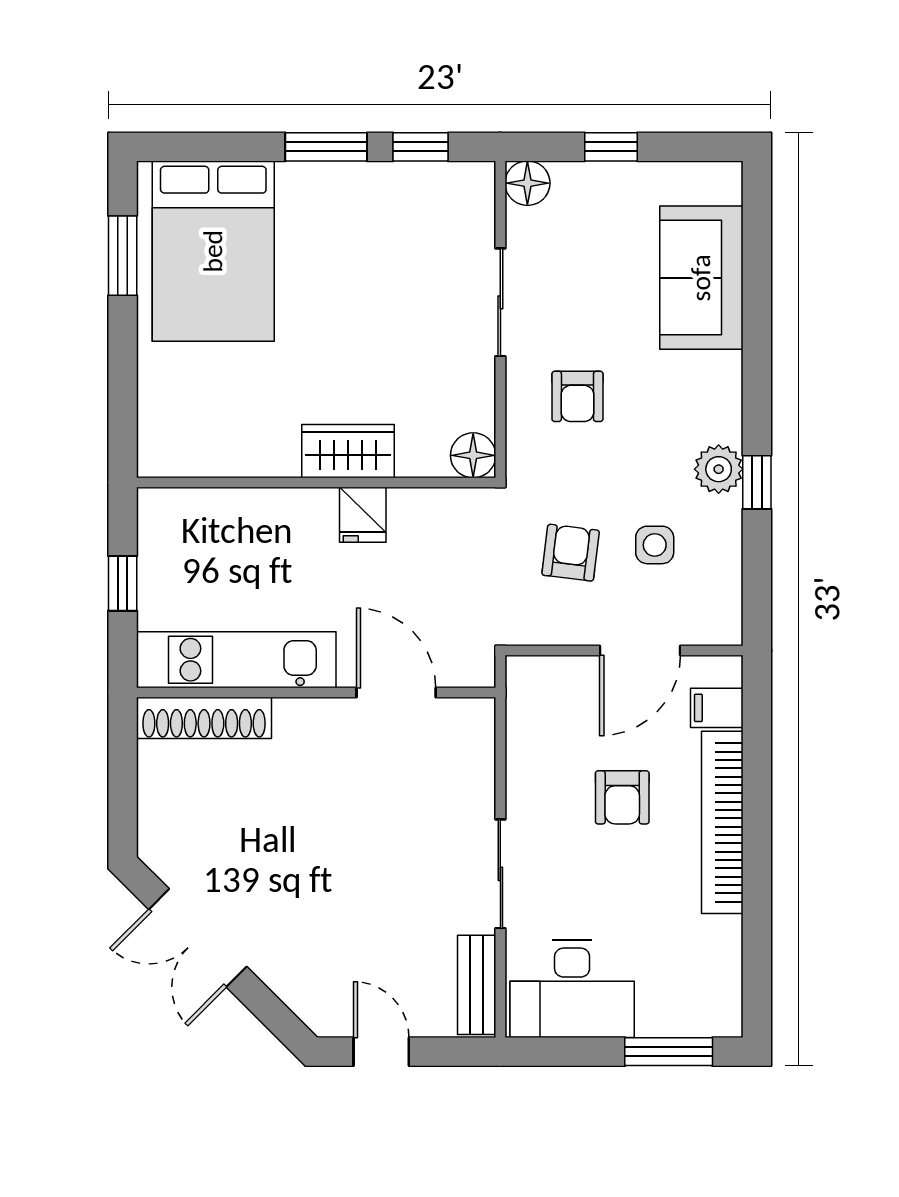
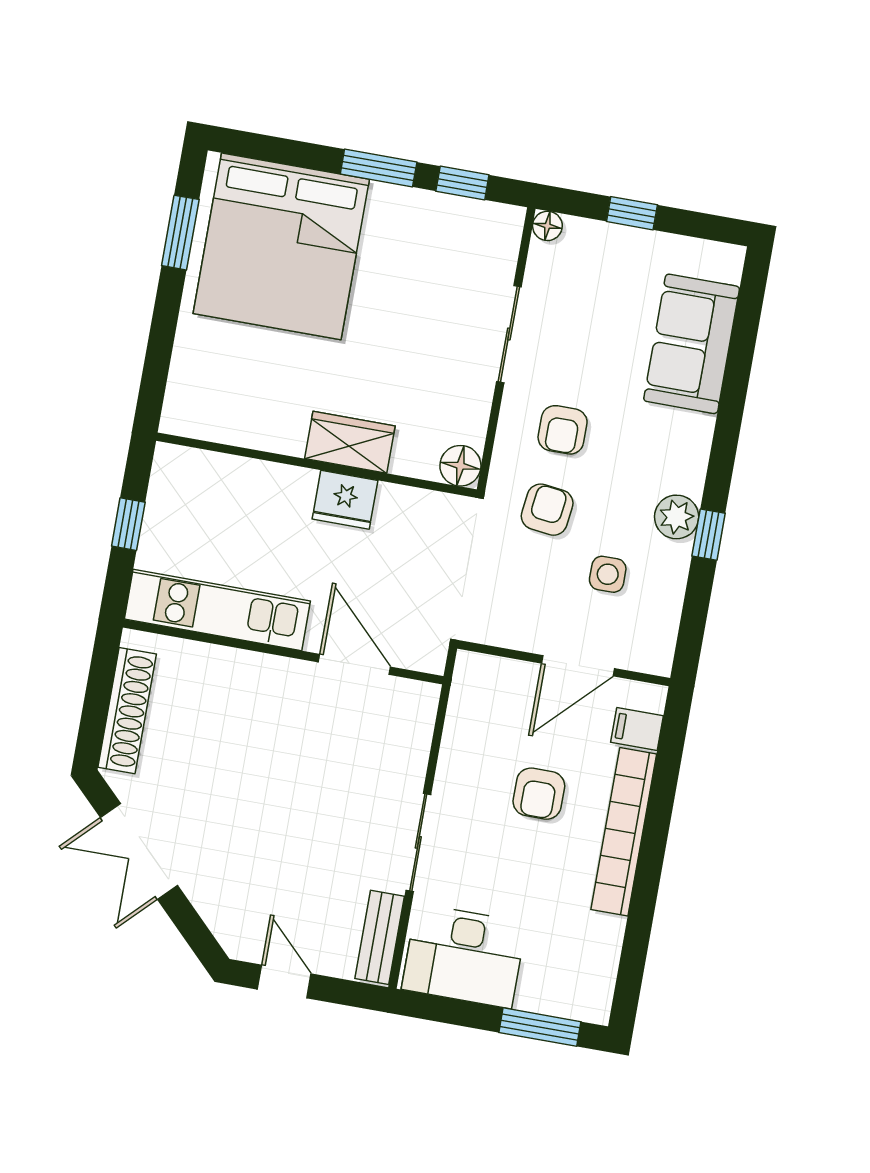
floor lamp: (527, 183) -> (547, 226), width x0.73, depth x0.73
bed: (213, 251) -> (281, 246), width x1.36
fridge: (363, 515) -> (345, 500), width x1.38
armchair: (571, 553) -> (547, 510), moved
shoe rack: (204, 718) -> (127, 711), moved, turned -90

